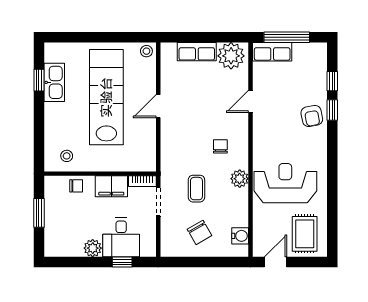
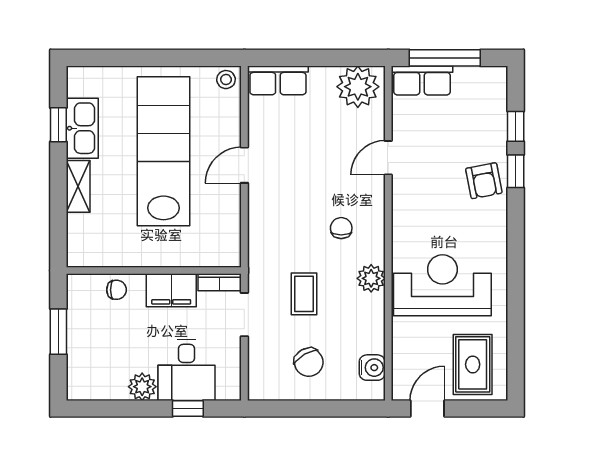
row of seats: (197, 52) -> (278, 80), moved
shelving: (52, 120) -> (78, 186), added
stool: (67, 156) -> (102, 243), removed

